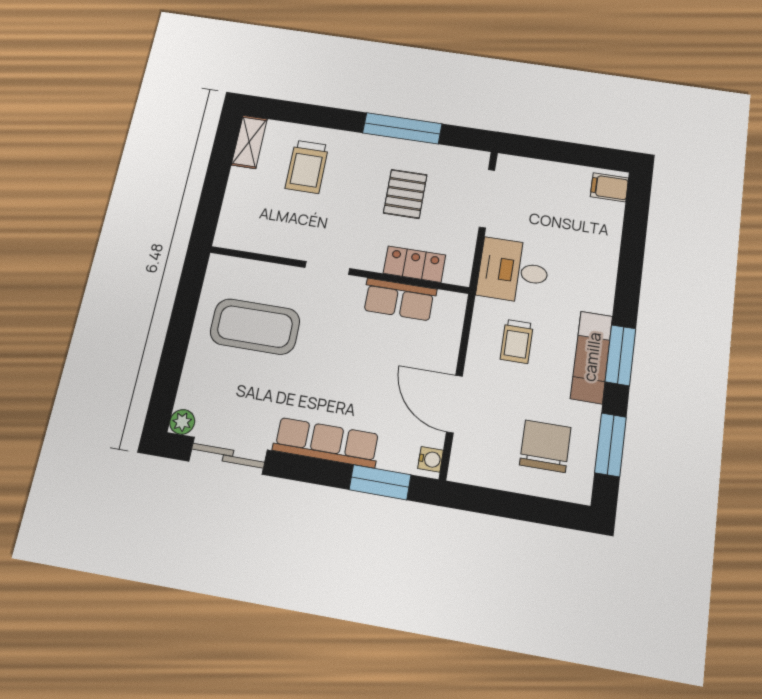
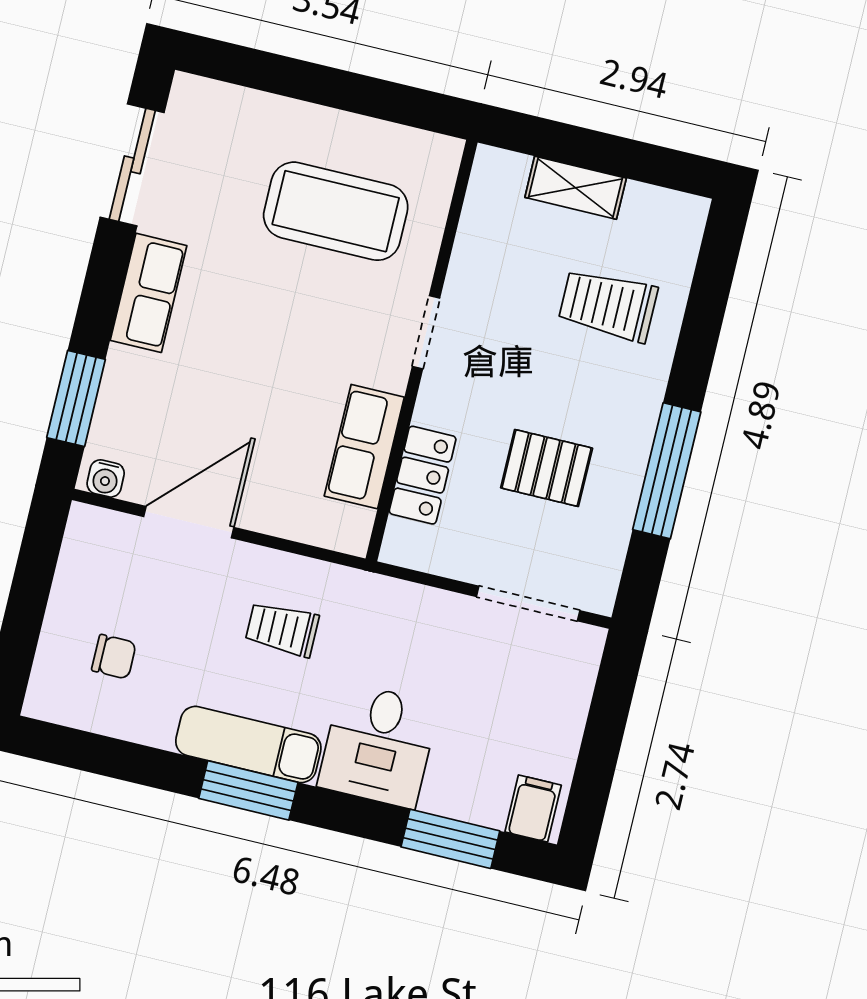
shelving: (249, 142) -> (576, 188), moved
desk: (513, 271) -> (378, 745), moved, turned 180
coffee table: (255, 327) -> (336, 211), turned 90
plant: (182, 422) -> (189, 93), removed
row of seats: (326, 442) -> (149, 293), width x0.68
window: (610, 445) -> (450, 839), moved
chair: (545, 446) -> (114, 657), width x0.54, depth x0.54

